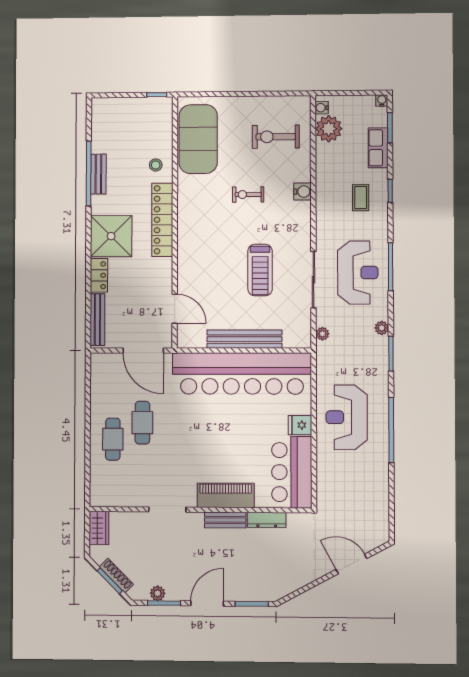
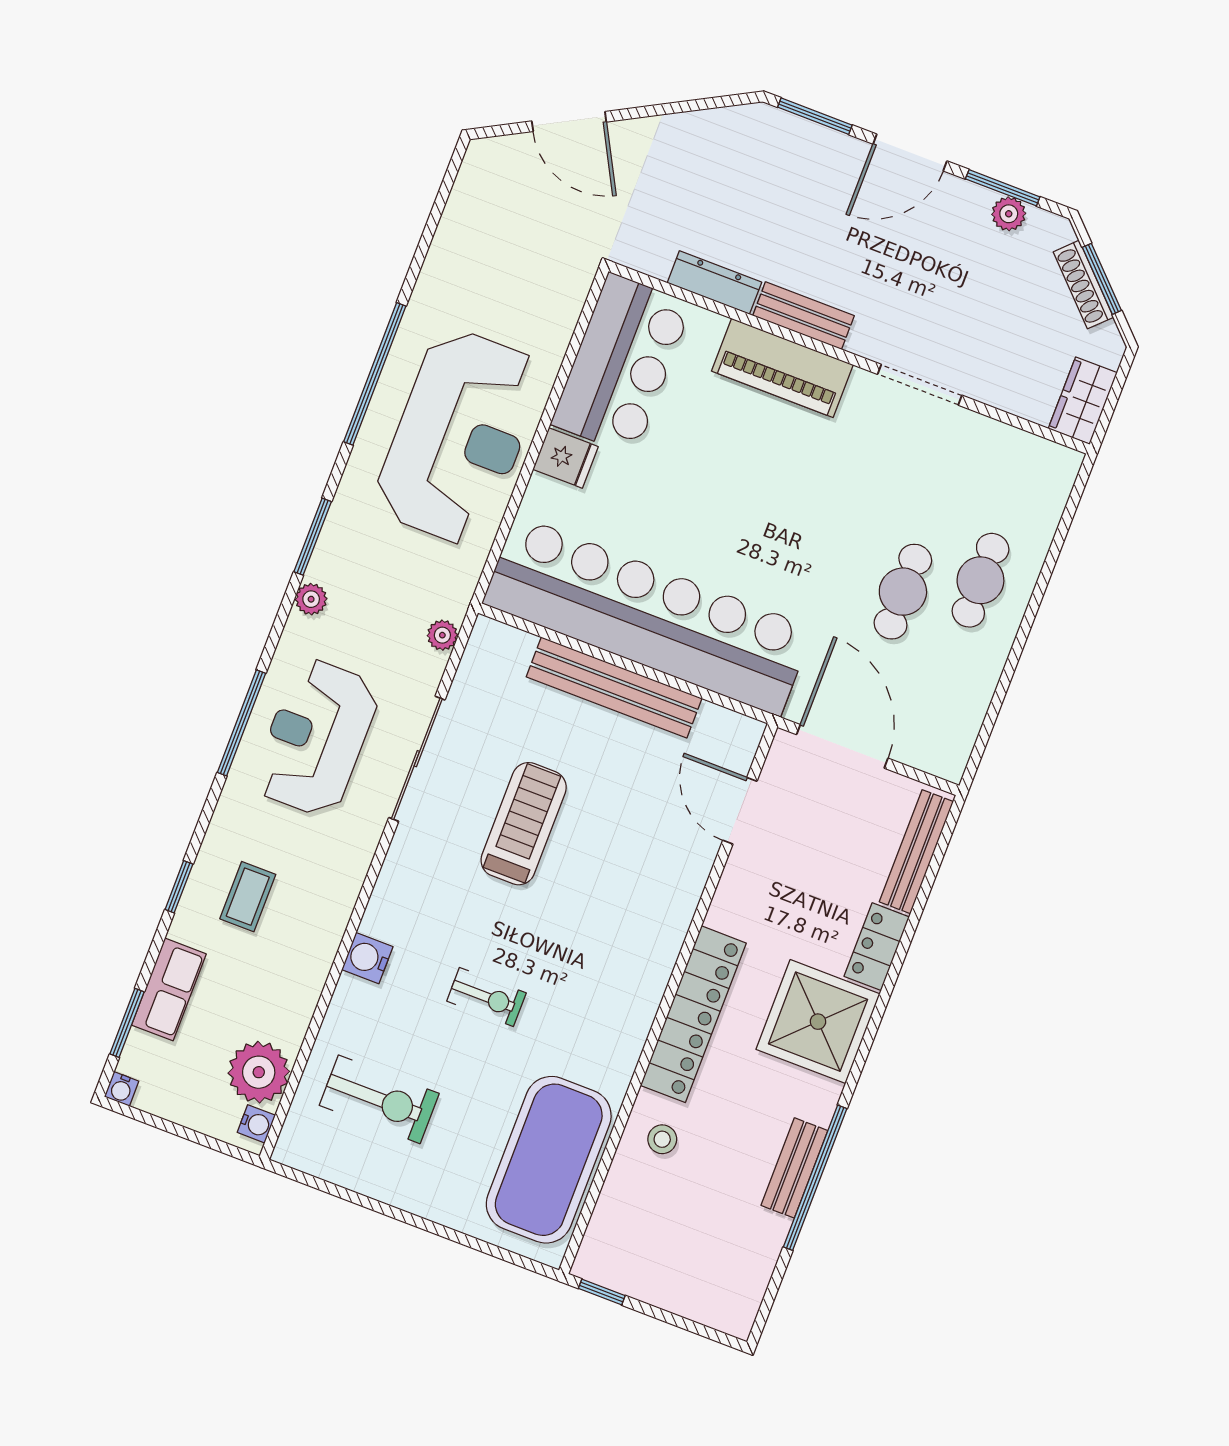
reception desk: (347, 417) -> (459, 437), width x1.36, depth x1.30

